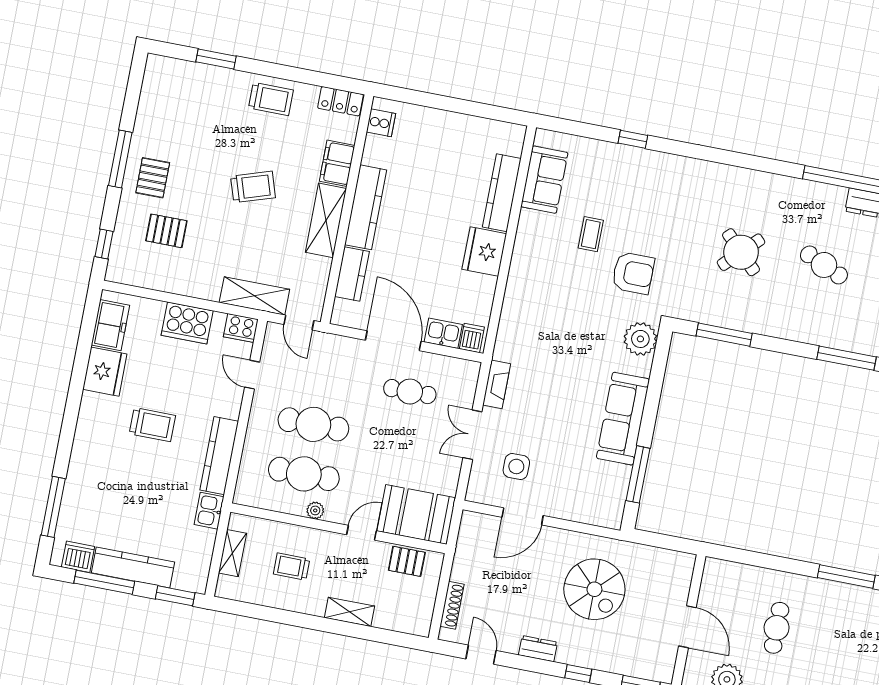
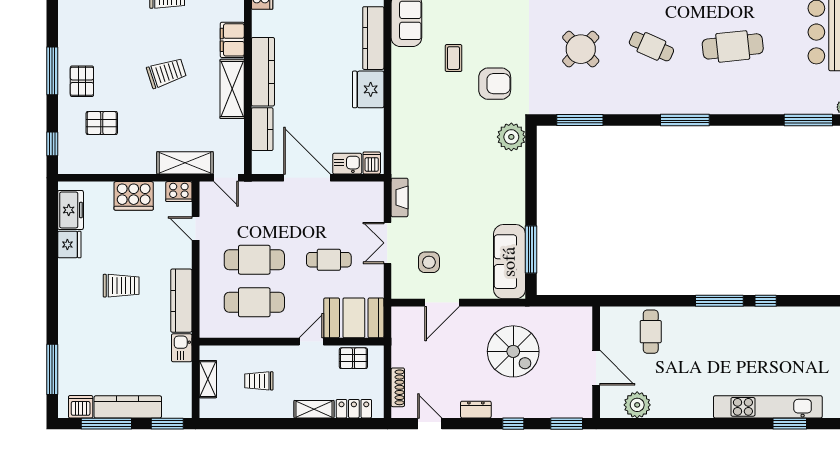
fridge: (105, 372) -> (69, 245), width x0.73, depth x0.75
cafe table: (410, 392) -> (329, 260), moved
sofa: (623, 419) -> (510, 262), moved
plant: (315, 510) -> (270, 331), removed
locker: (396, 620) -> (354, 409), added
cafe table: (777, 628) -> (651, 332), moved

